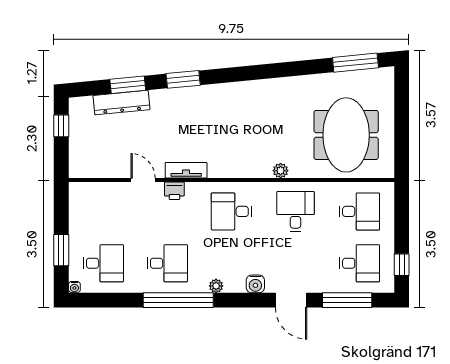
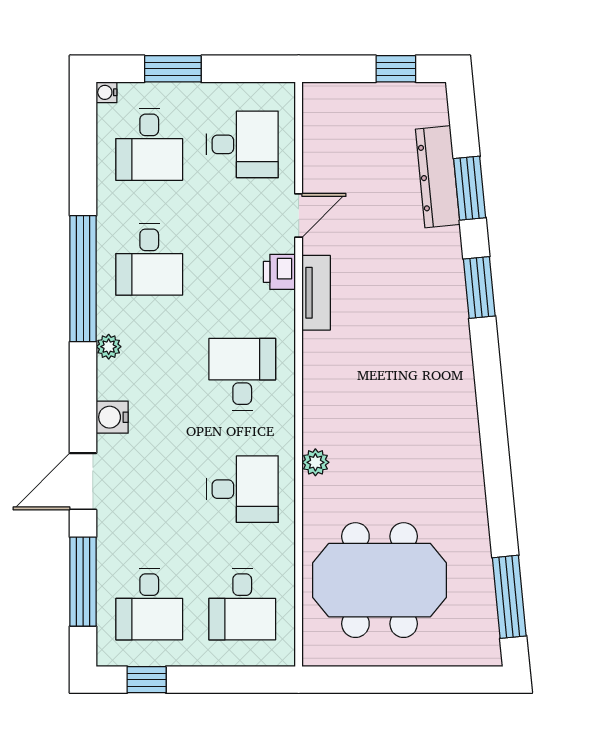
desk: (103, 211) -> (242, 144), added

